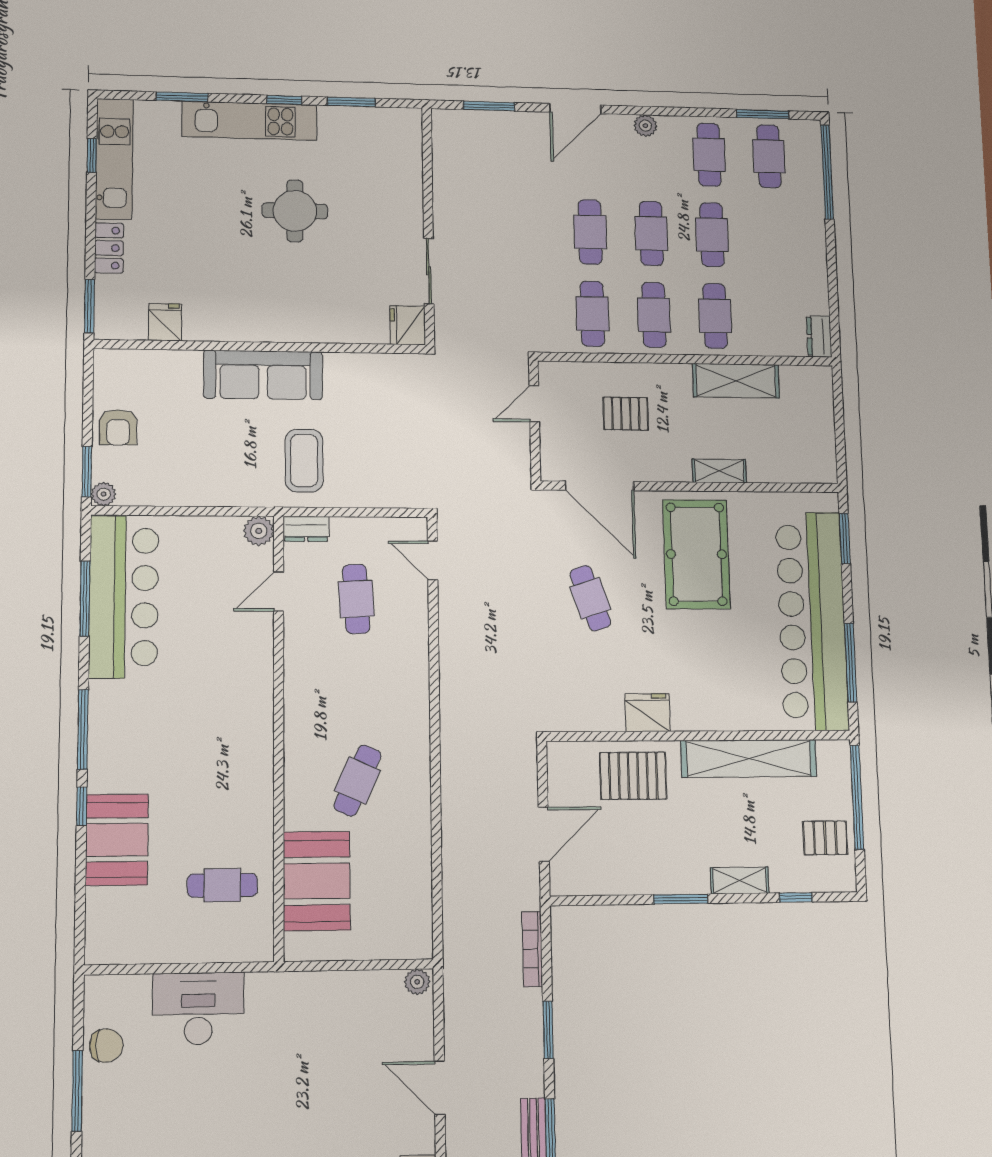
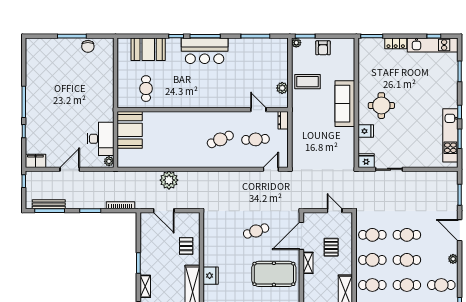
kitchen unit: (250, 121) -> (450, 135), moved
round table: (295, 211) -> (381, 106), moved
fridge: (165, 322) -> (366, 131), moved
armchair: (118, 427) -> (323, 48), turned -89
coffee table: (304, 461) -> (308, 82), moved
shelving: (719, 471) -> (308, 263), moved
plant: (259, 531) -> (282, 88), moved
bar counter: (124, 597) -> (205, 51), moved, width x0.73
fridge: (648, 713) -> (211, 276), moved
pallet: (633, 776) -> (186, 246), width x0.67, depth x0.71
cafe table: (357, 780) -> (220, 139), moved, turned -48
plant: (465, 822) -> (169, 180), added
booth: (117, 840) -> (148, 49), moved
booth: (317, 881) -> (130, 130), moved, turned 90
desk: (198, 1009) -> (101, 139), moved

